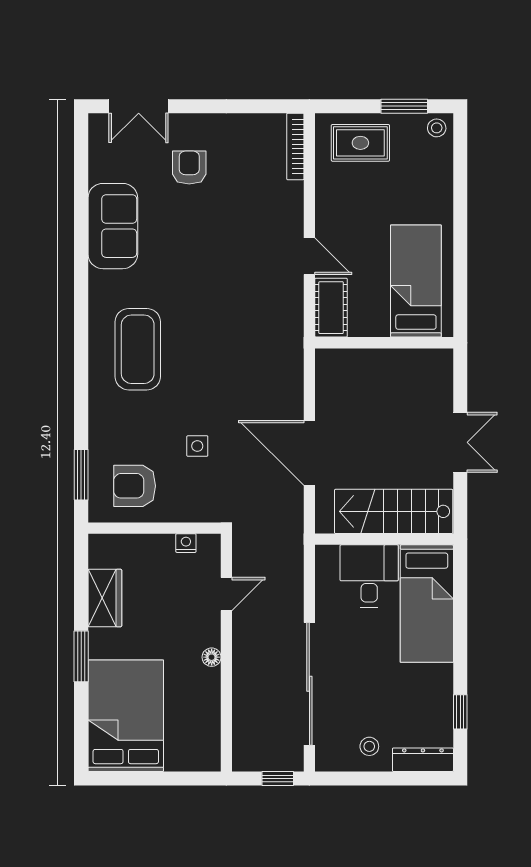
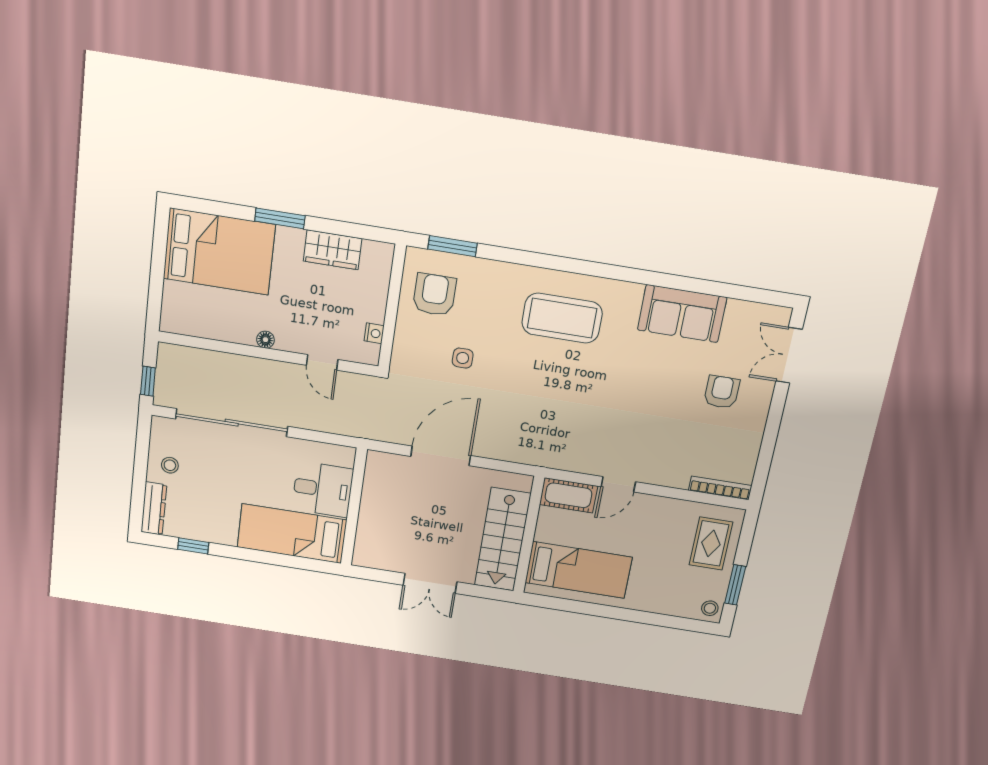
armchair: (189, 168) -> (722, 392), turned -90
stairs: (394, 511) -> (503, 540), moved, turned 180

